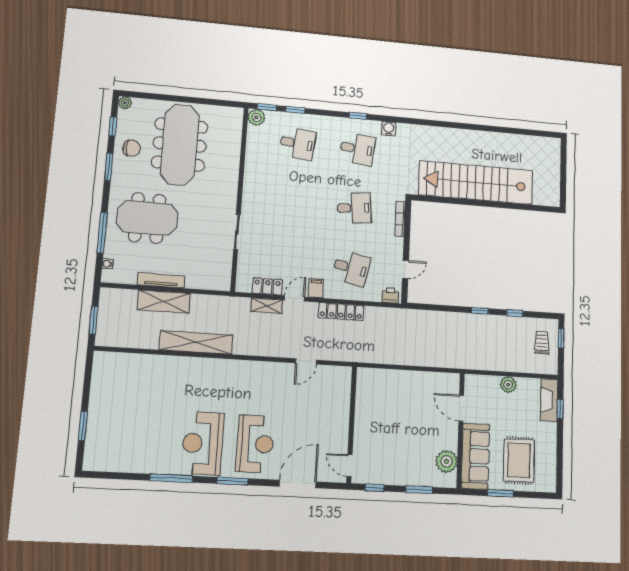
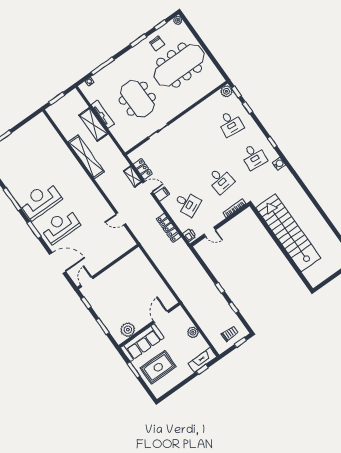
meeting table: (147, 218) -> (137, 99), moved
desk: (351, 268) -> (187, 204), turned -36
locker: (341, 312) -> (169, 228), moved
reception desk: (255, 444) -> (60, 226), turned 180

